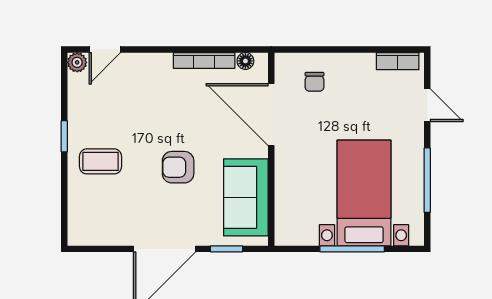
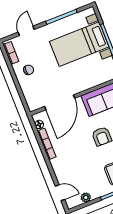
plant: (77, 62) -> (86, 198), moved
chair: (315, 82) -> (29, 70), moved

